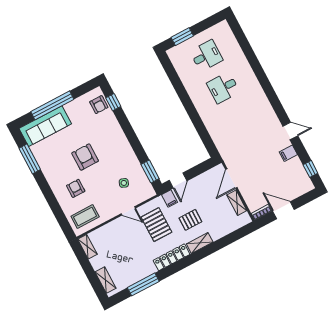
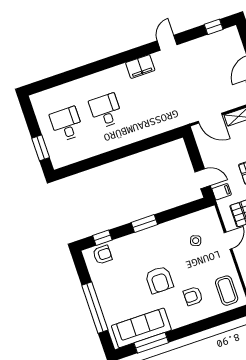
desk: (223, 88) -> (106, 111), turned 180
sofa: (45, 126) -> (141, 328), moved, turned -90
filing cabinet: (288, 153) -> (140, 67), moved, width x2.00
armchair: (85, 157) -> (159, 280), turned -90
window: (150, 171) -> (144, 223), moved

